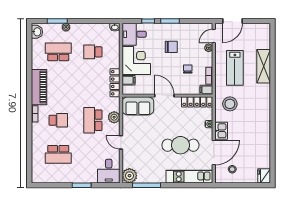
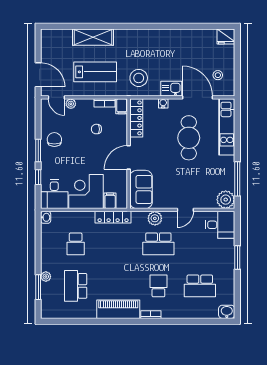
washbasin: (37, 32) -> (227, 312), moved
chair: (171, 47) -> (54, 140), moved
school desk: (58, 154) -> (200, 286), turned 90

